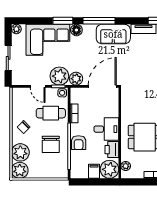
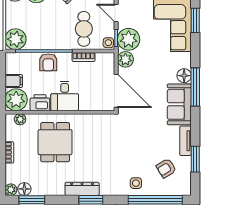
window: (63, 21) -> (195, 20), moved
floor lamp: (76, 30) -> (184, 76), moved
door: (38, 86) -> (116, 13), hinge flipped
armchair: (79, 143) -> (48, 62), turned -90
chair: (51, 144) -> (46, 29), removed
plant: (59, 170) -> (15, 39), added

